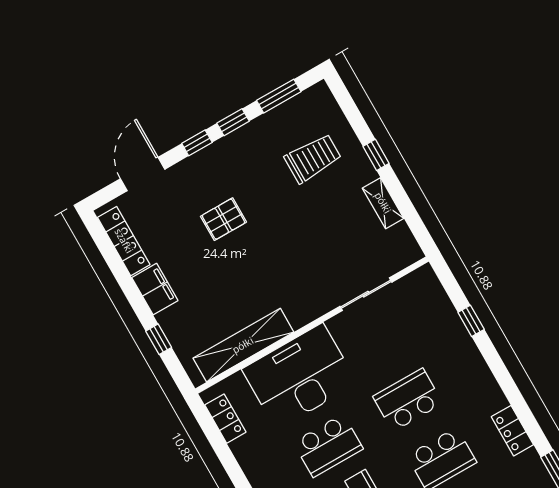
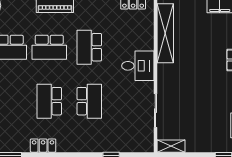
shelving: (383, 203) -> (171, 146), moved
desk: (300, 376) -> (138, 66), width x0.53, depth x0.77

